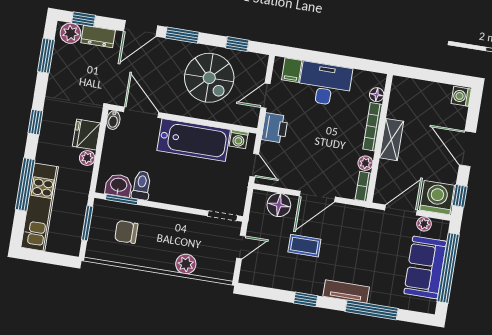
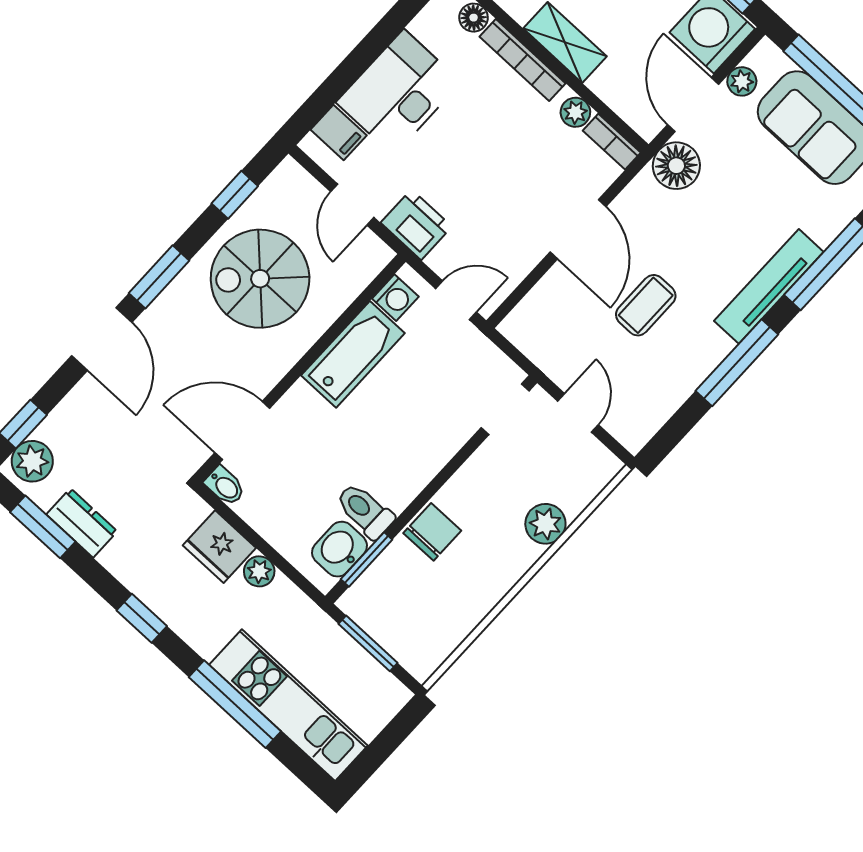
dresser: (98, 36) -> (82, 523), moved, turned -90
spiral stairs: (209, 78) -> (260, 279), turned 180
bathtub: (194, 140) -> (353, 354), width x0.73, depth x0.73
floor lamp: (279, 205) -> (676, 166), moved
chair: (126, 232) -> (432, 532), moved, turned 180
tv unit: (346, 292) -> (769, 286), width x1.41
window: (306, 299) -> (737, 363), width x2.17

